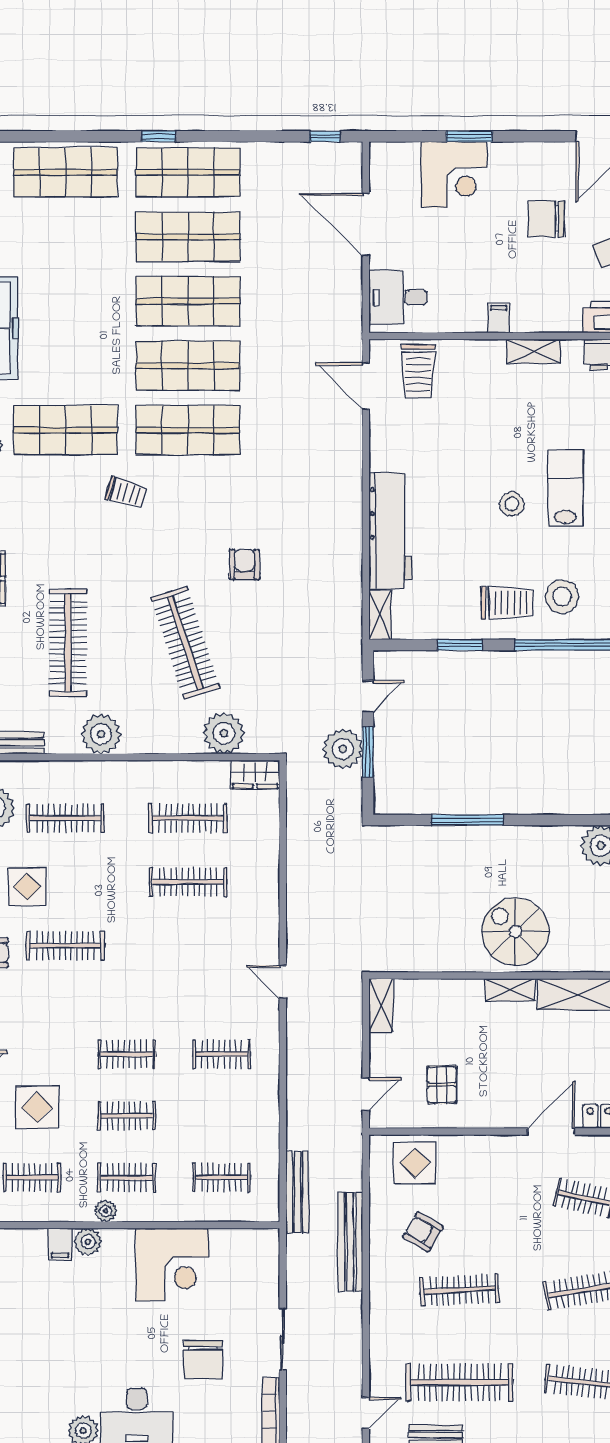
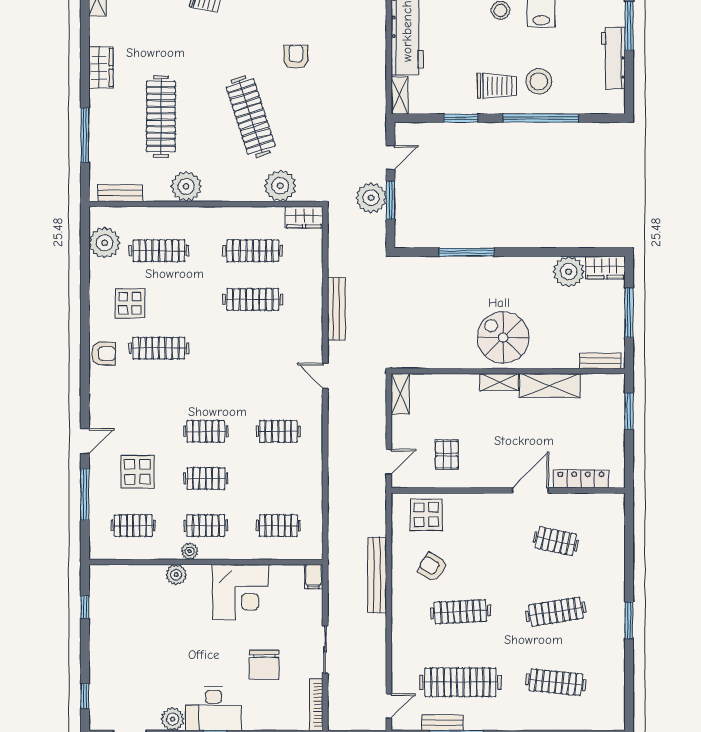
bench: (297, 1192) -> (336, 309), moved
filing cabinet: (60, 1244) -> (313, 577), moved

